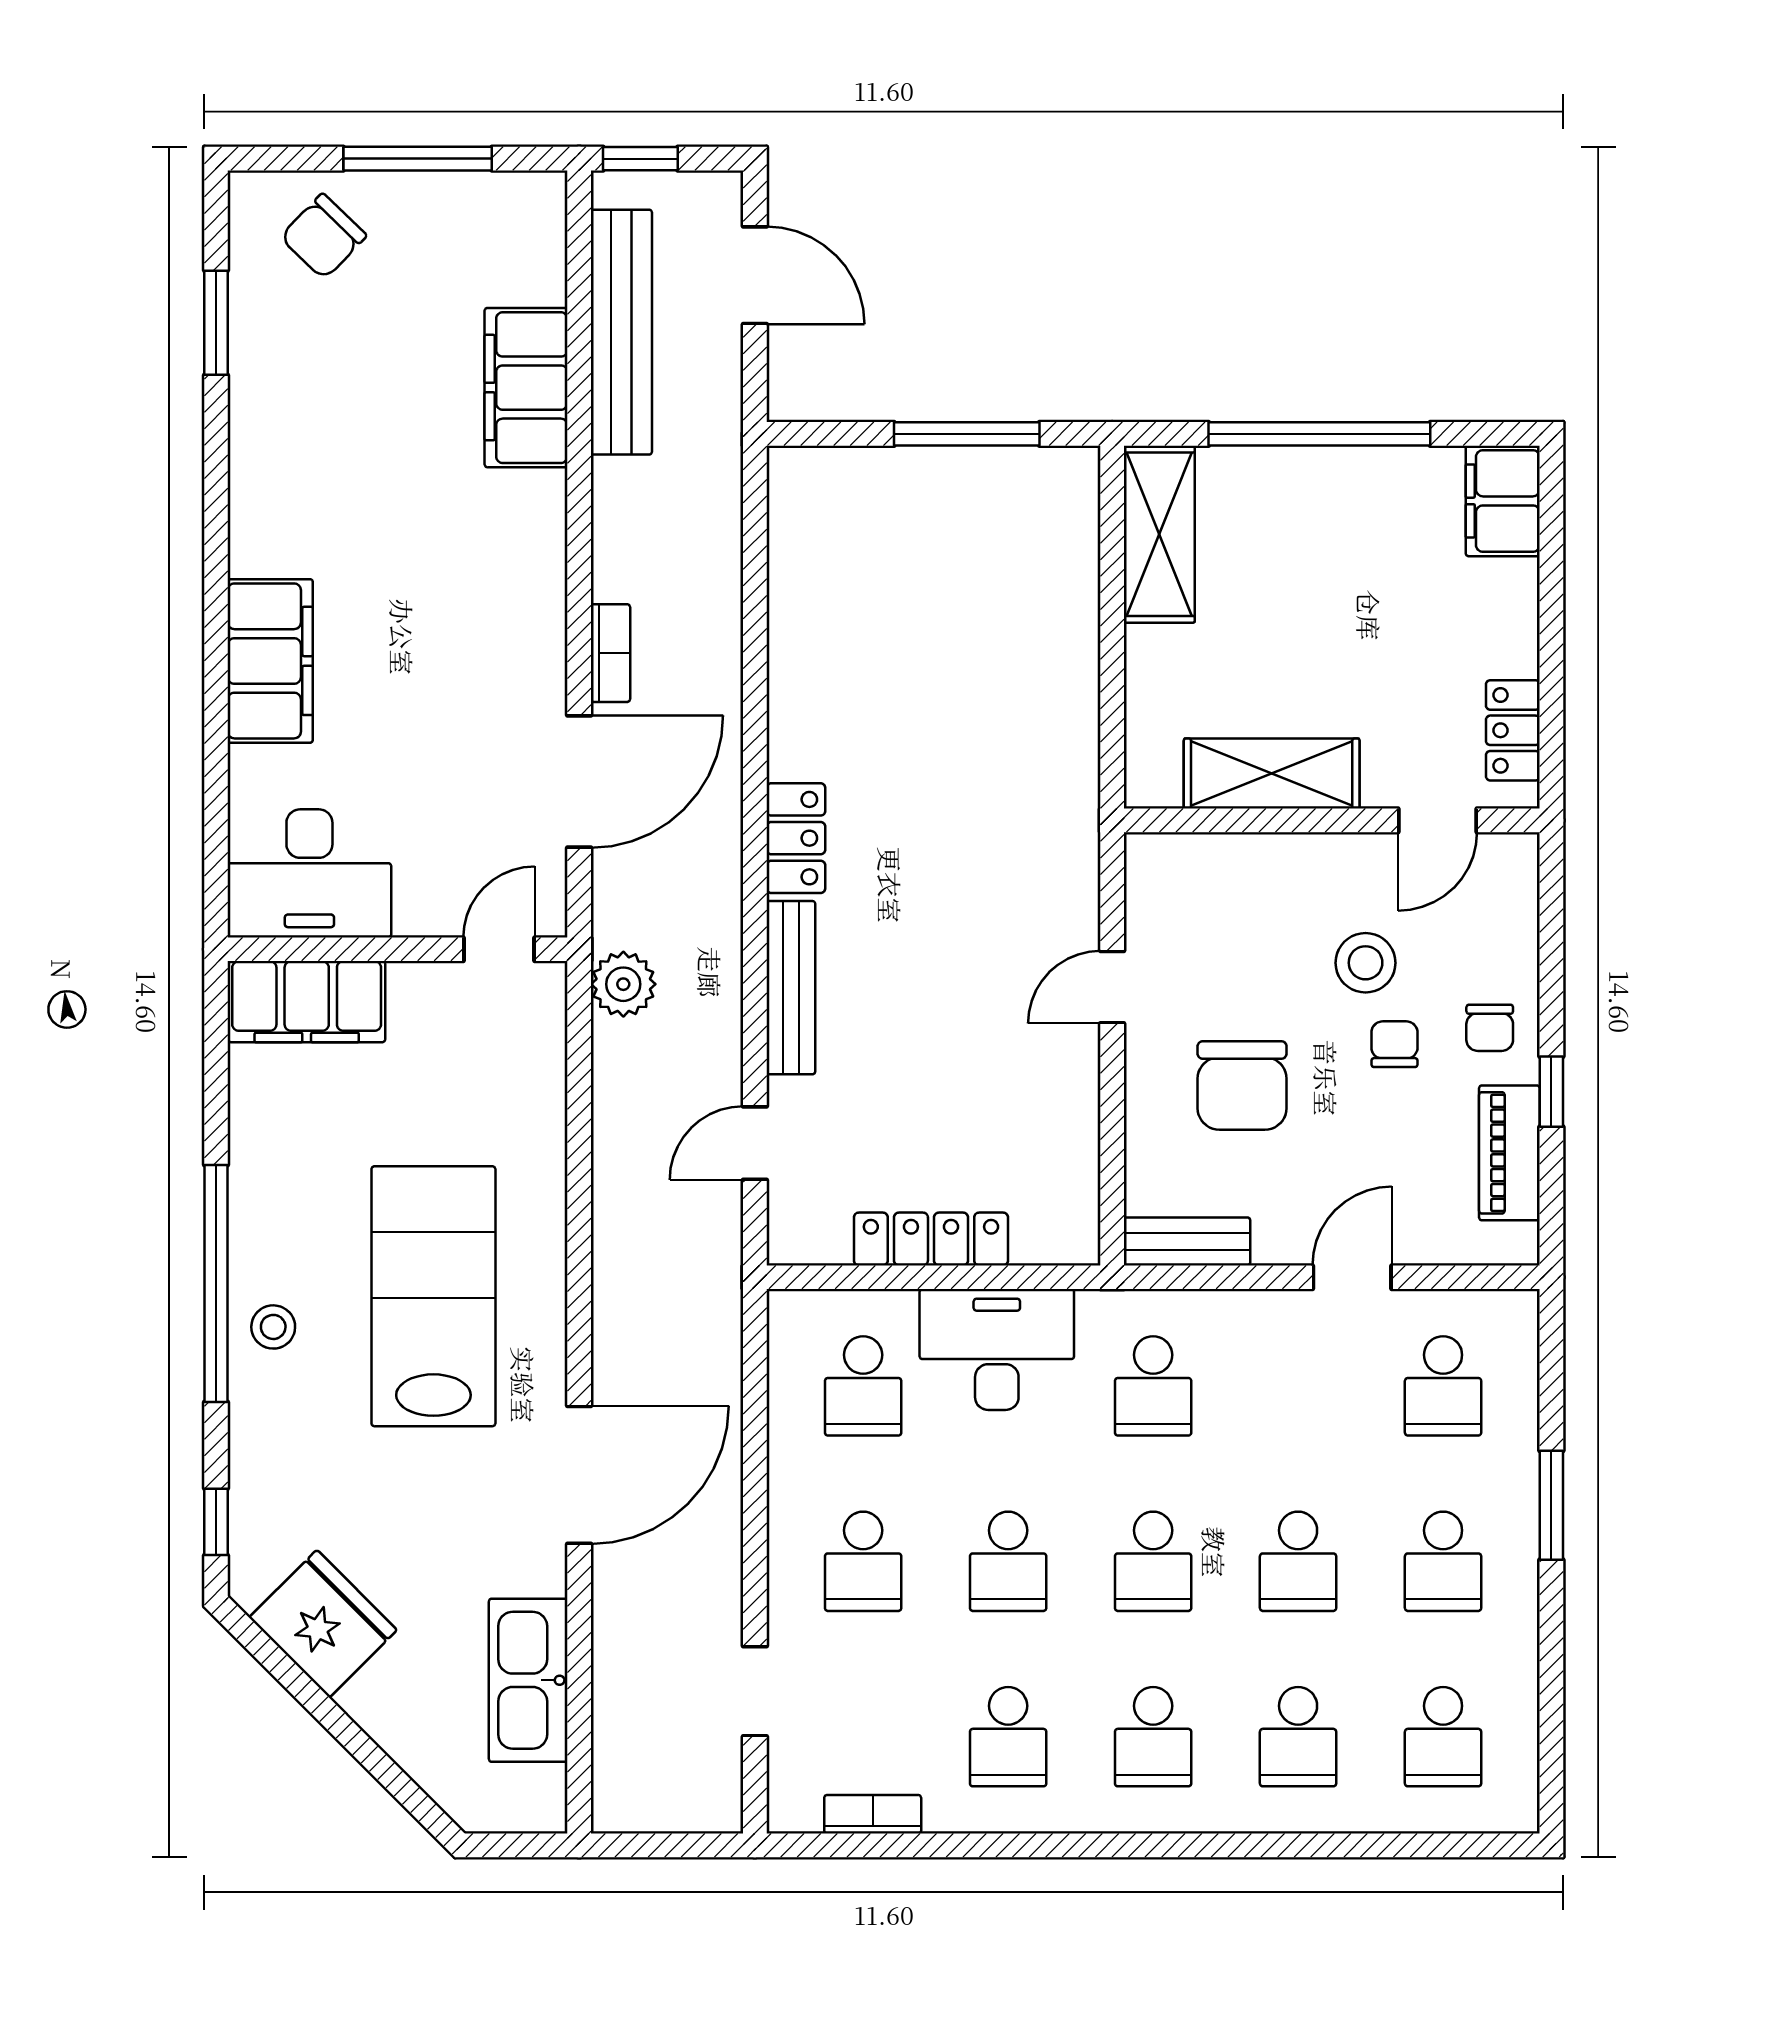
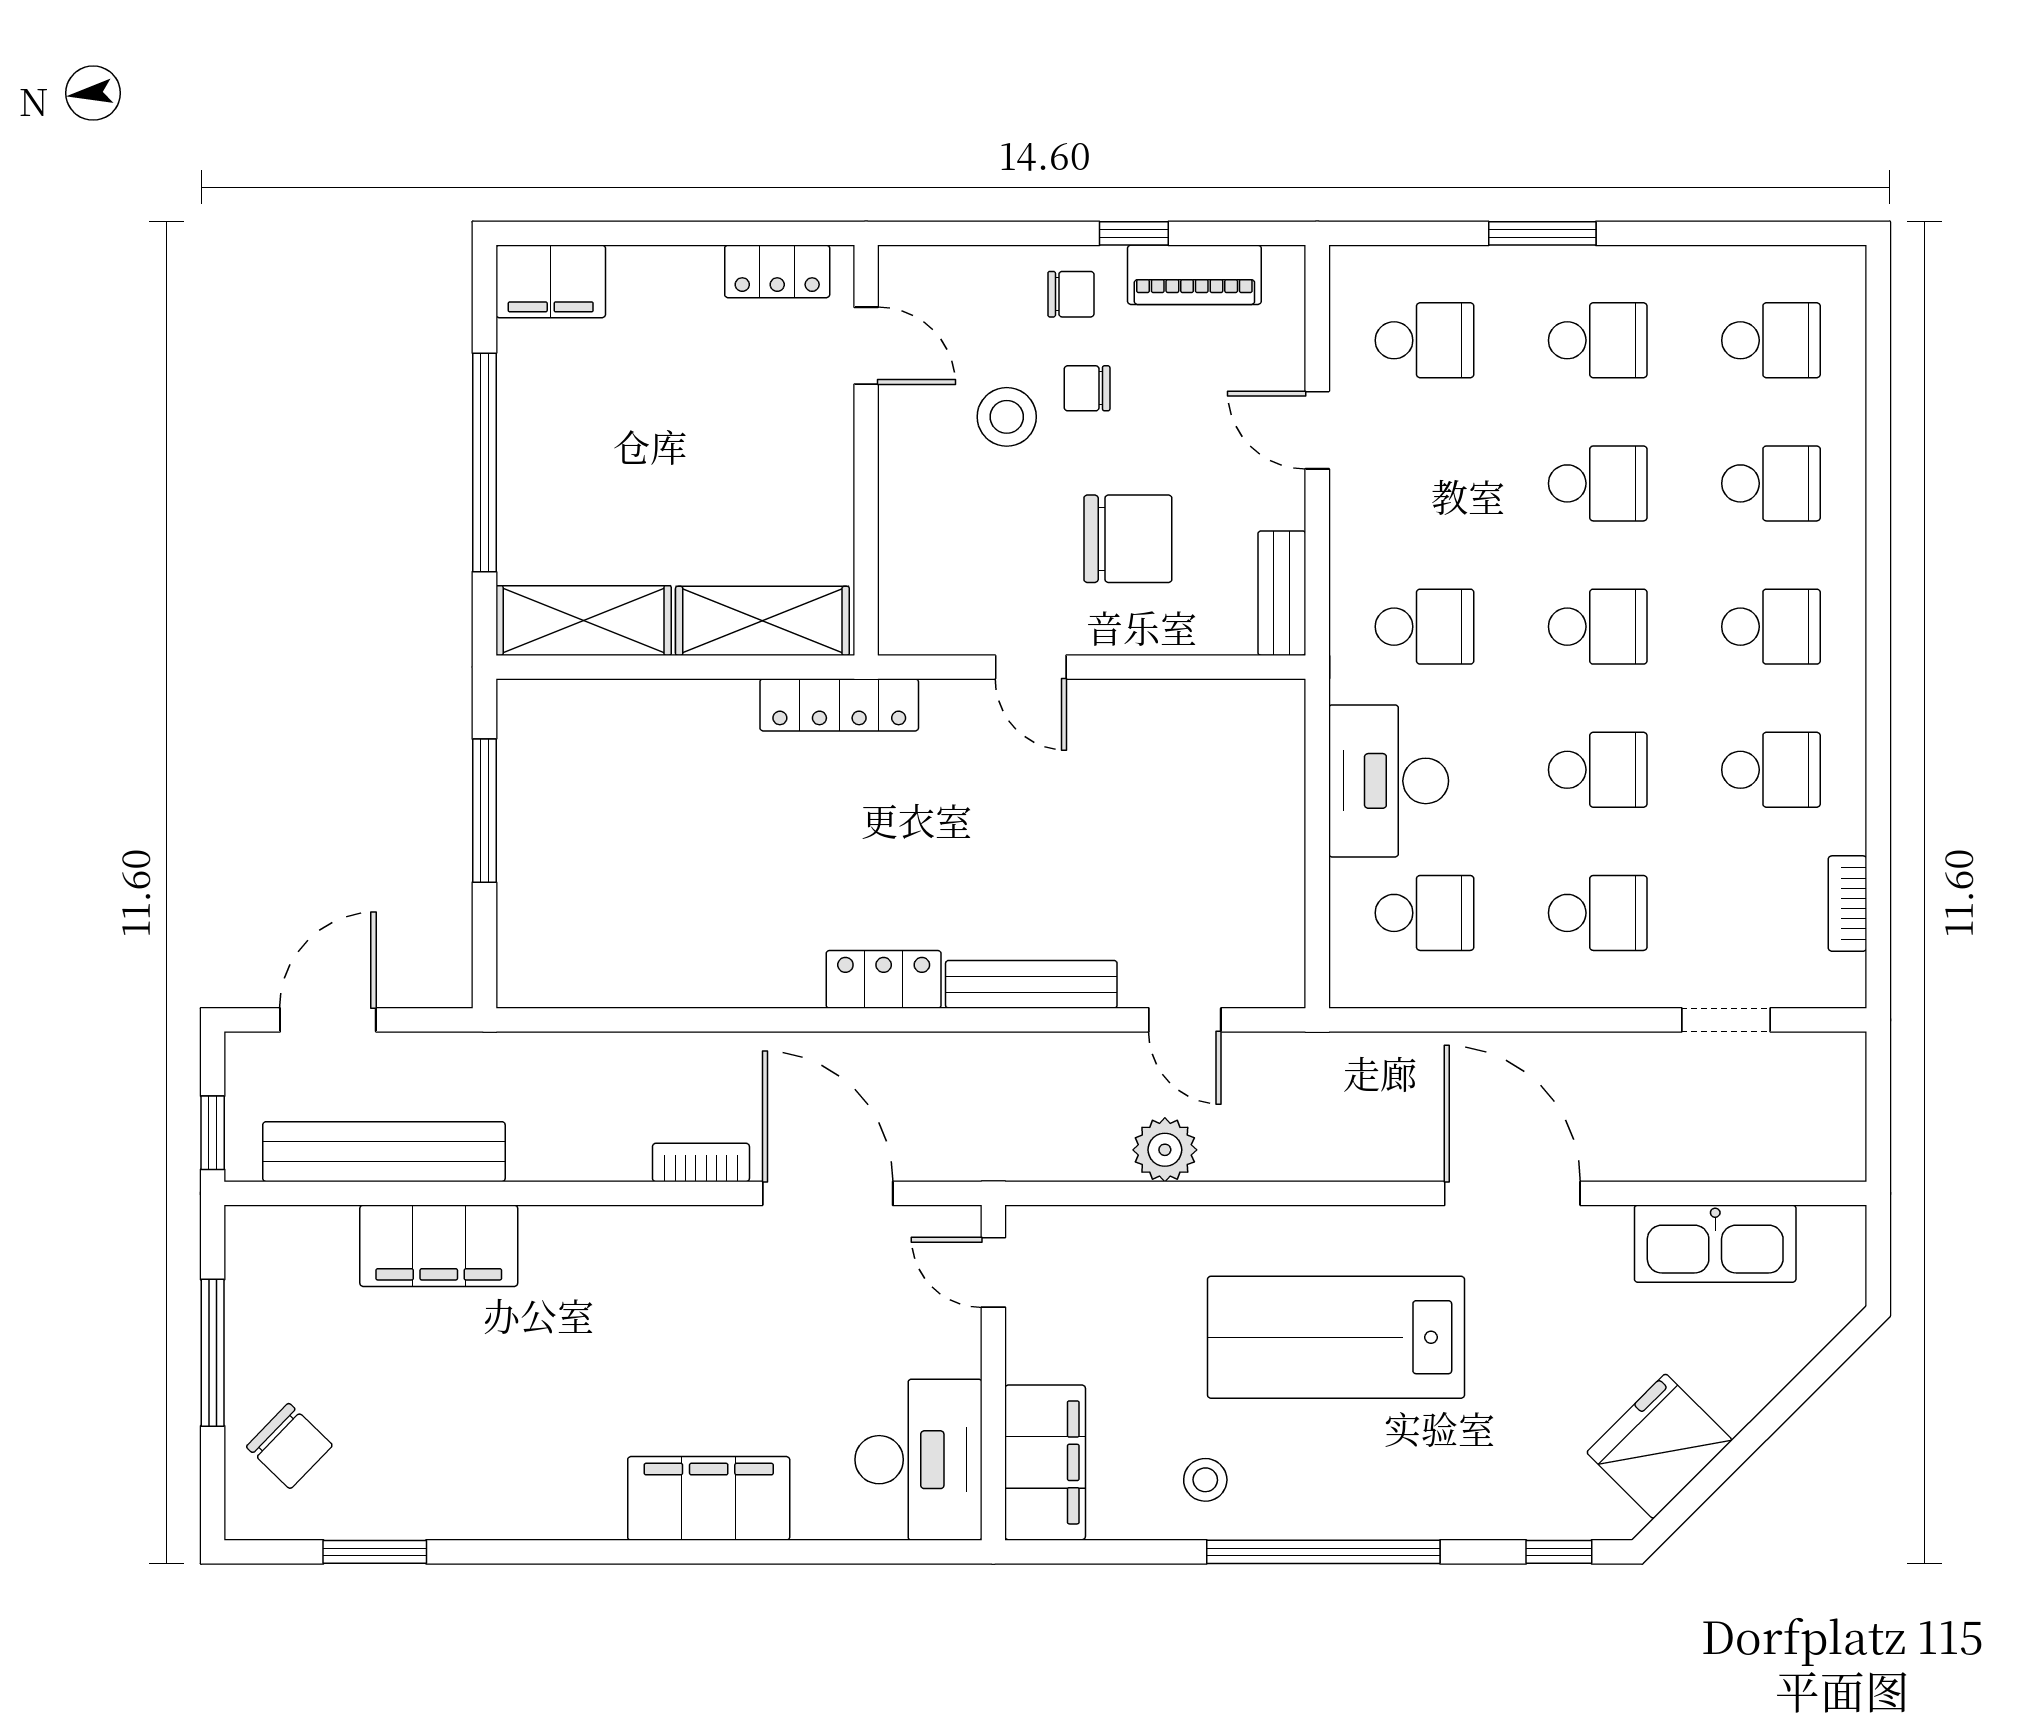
shelving: (1272, 774) -> (762, 621), moved, turned 90
plant: (623, 984) -> (1165, 1150), moved
locker: (931, 1239) -> (839, 705), moved, turned -90
stool: (273, 1327) -> (1205, 1480), moved

